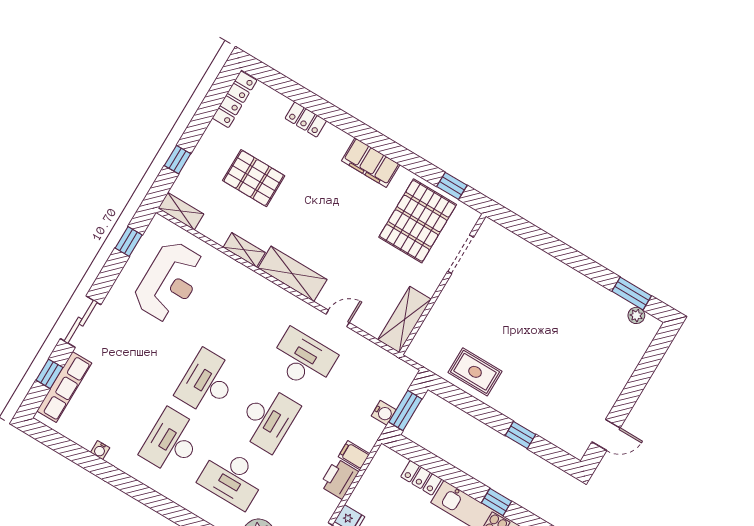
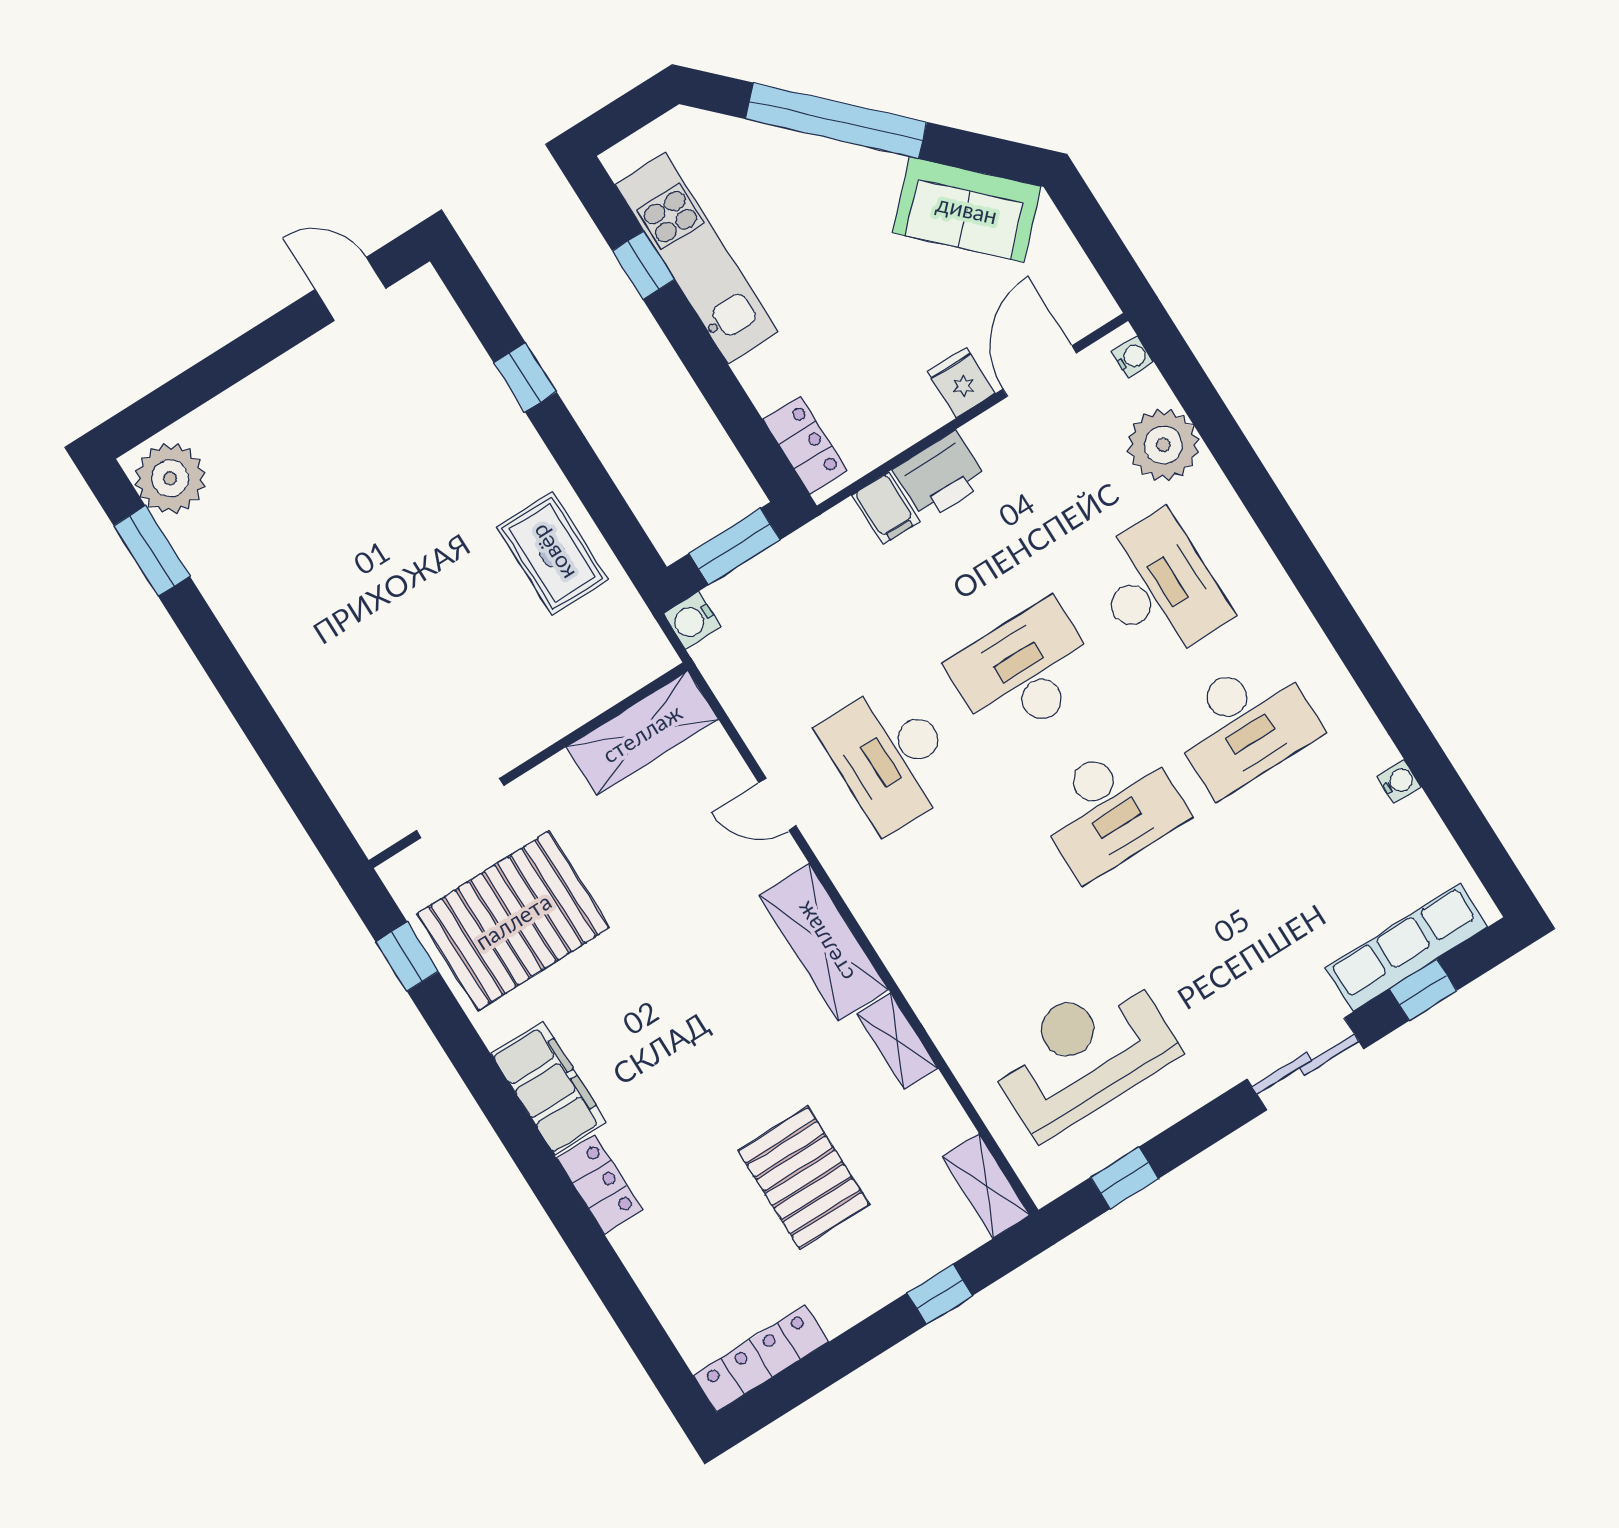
locker: (306, 120) -> (599, 1184), moved
plant: (636, 315) -> (170, 478), width x1.88, depth x1.88
water cooler: (384, 413) -> (692, 620), moved, turned -90
locker: (421, 478) -> (805, 445), moved

